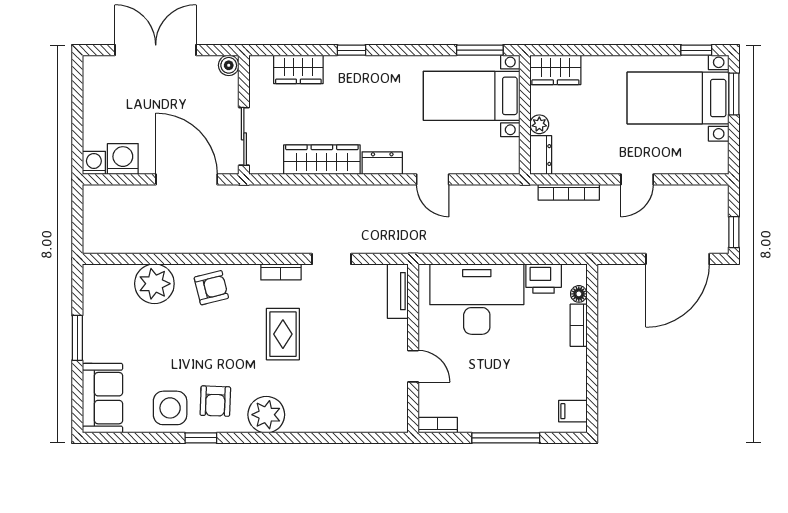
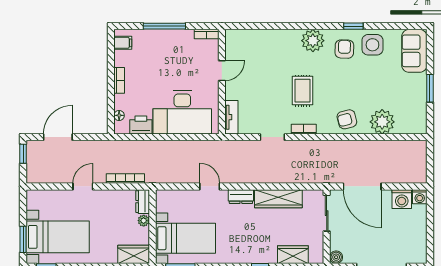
door: (678, 259) -> (58, 137), width x0.73
bookcase: (579, 325) -> (119, 80), moved
door: (413, 366) -> (222, 71), swing flipped

